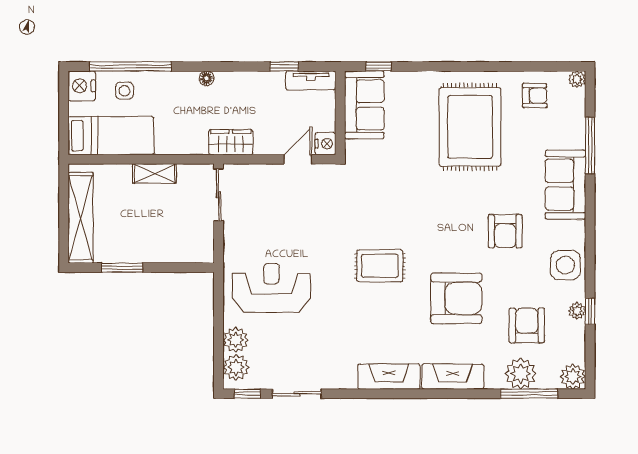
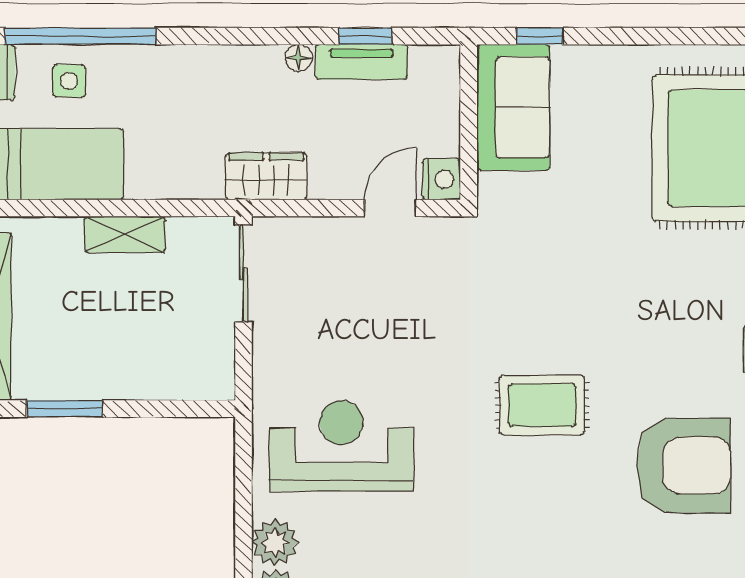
floor lamp: (206, 78) -> (299, 58), moved
tv unit: (311, 80) -> (362, 62), moved

